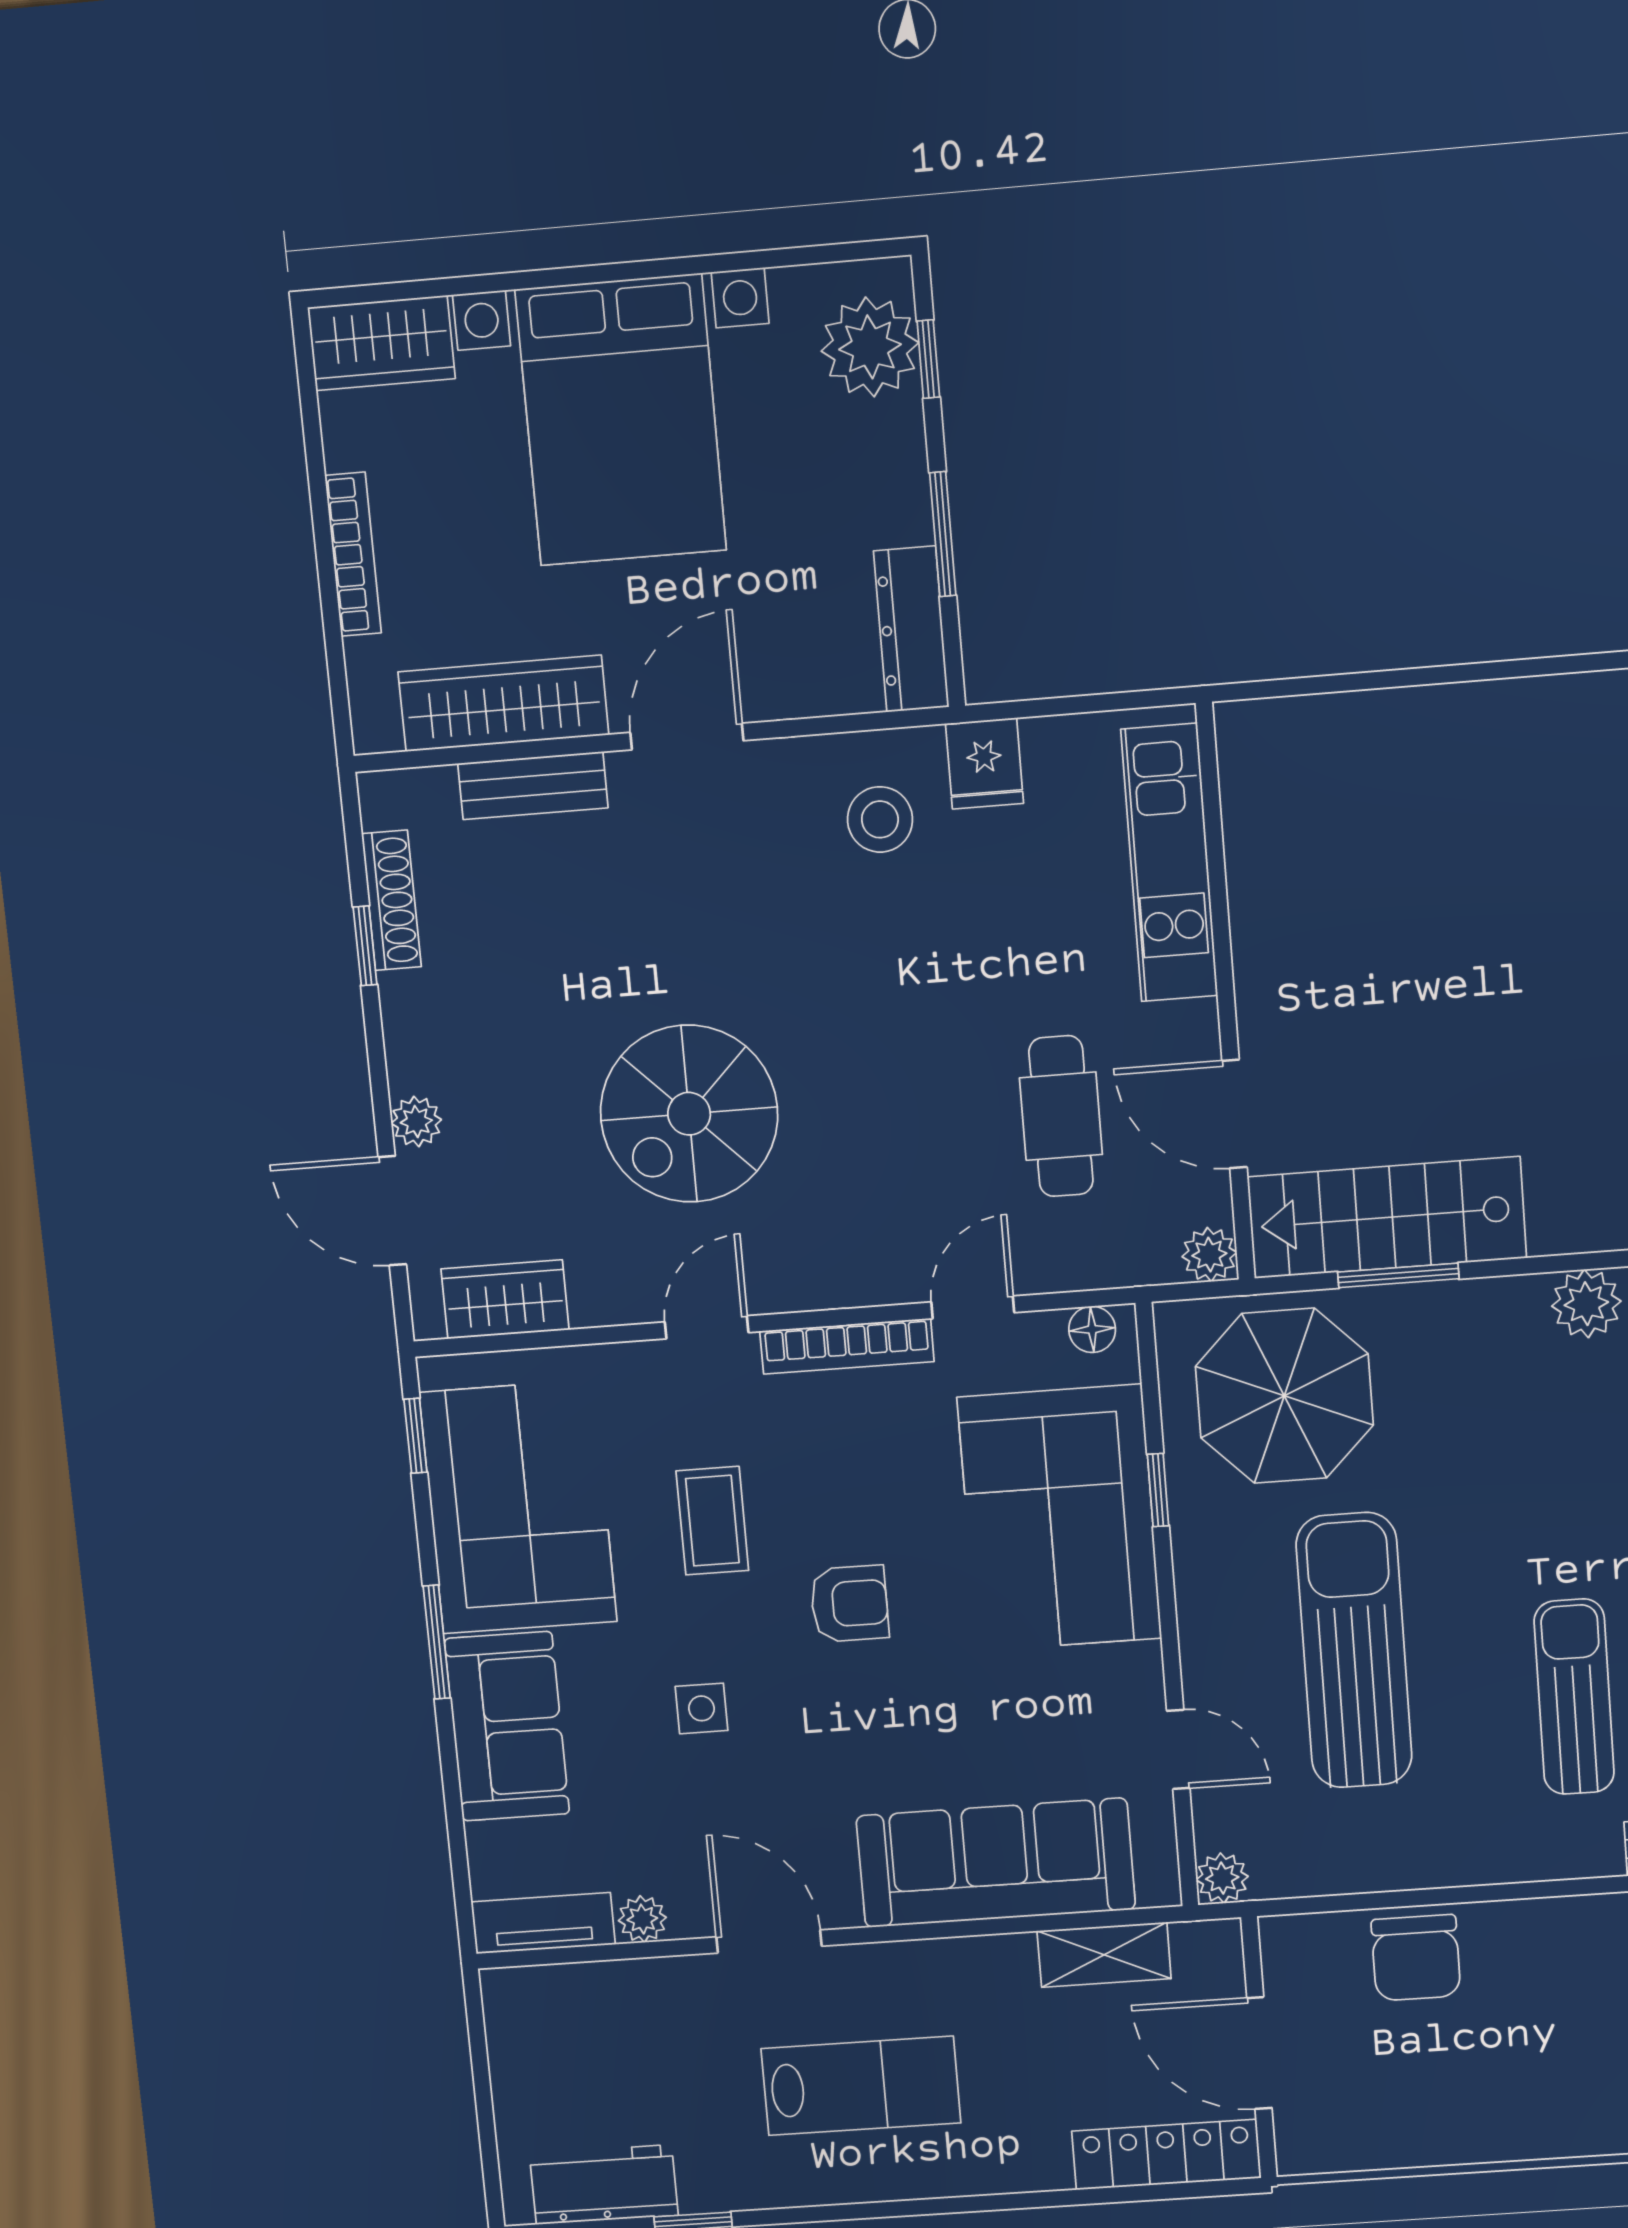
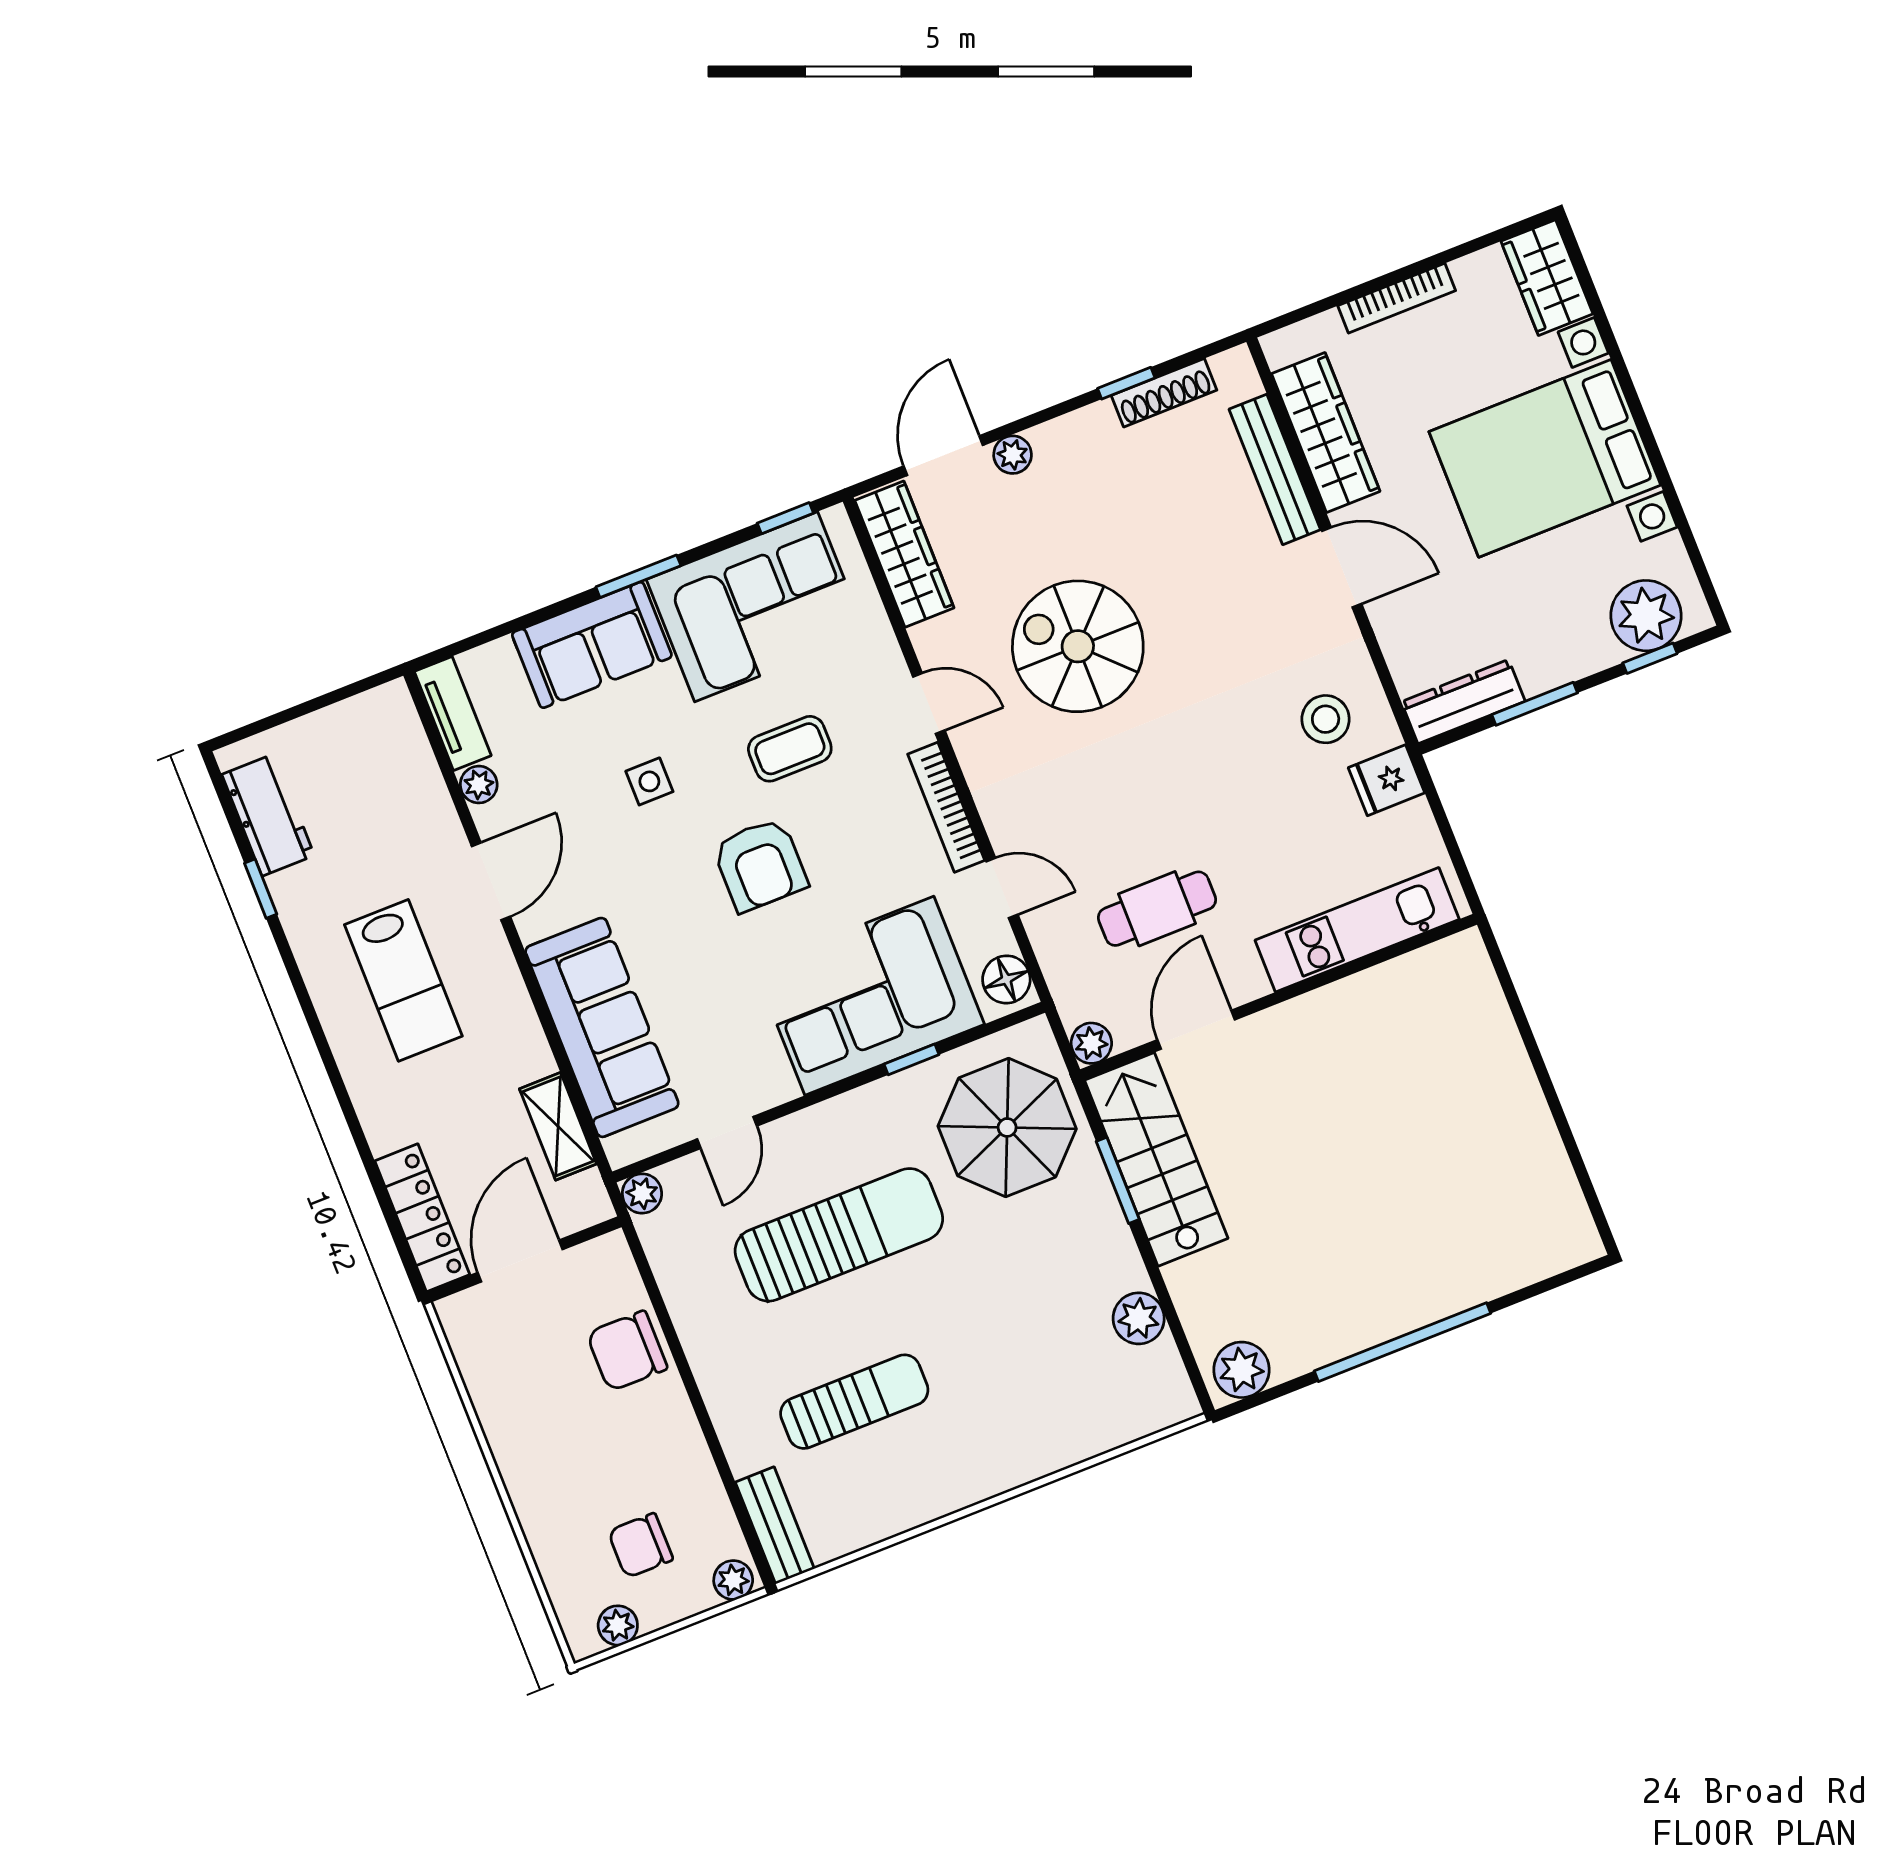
bench: (533, 786) -> (1275, 469), width x1.36
wardrobe: (505, 1299) -> (904, 554), width x1.50
floor lamp: (1092, 1329) -> (1006, 979), width x1.37, depth x1.37
armchair: (849, 1604) -> (760, 865), width x1.38, depth x1.38

